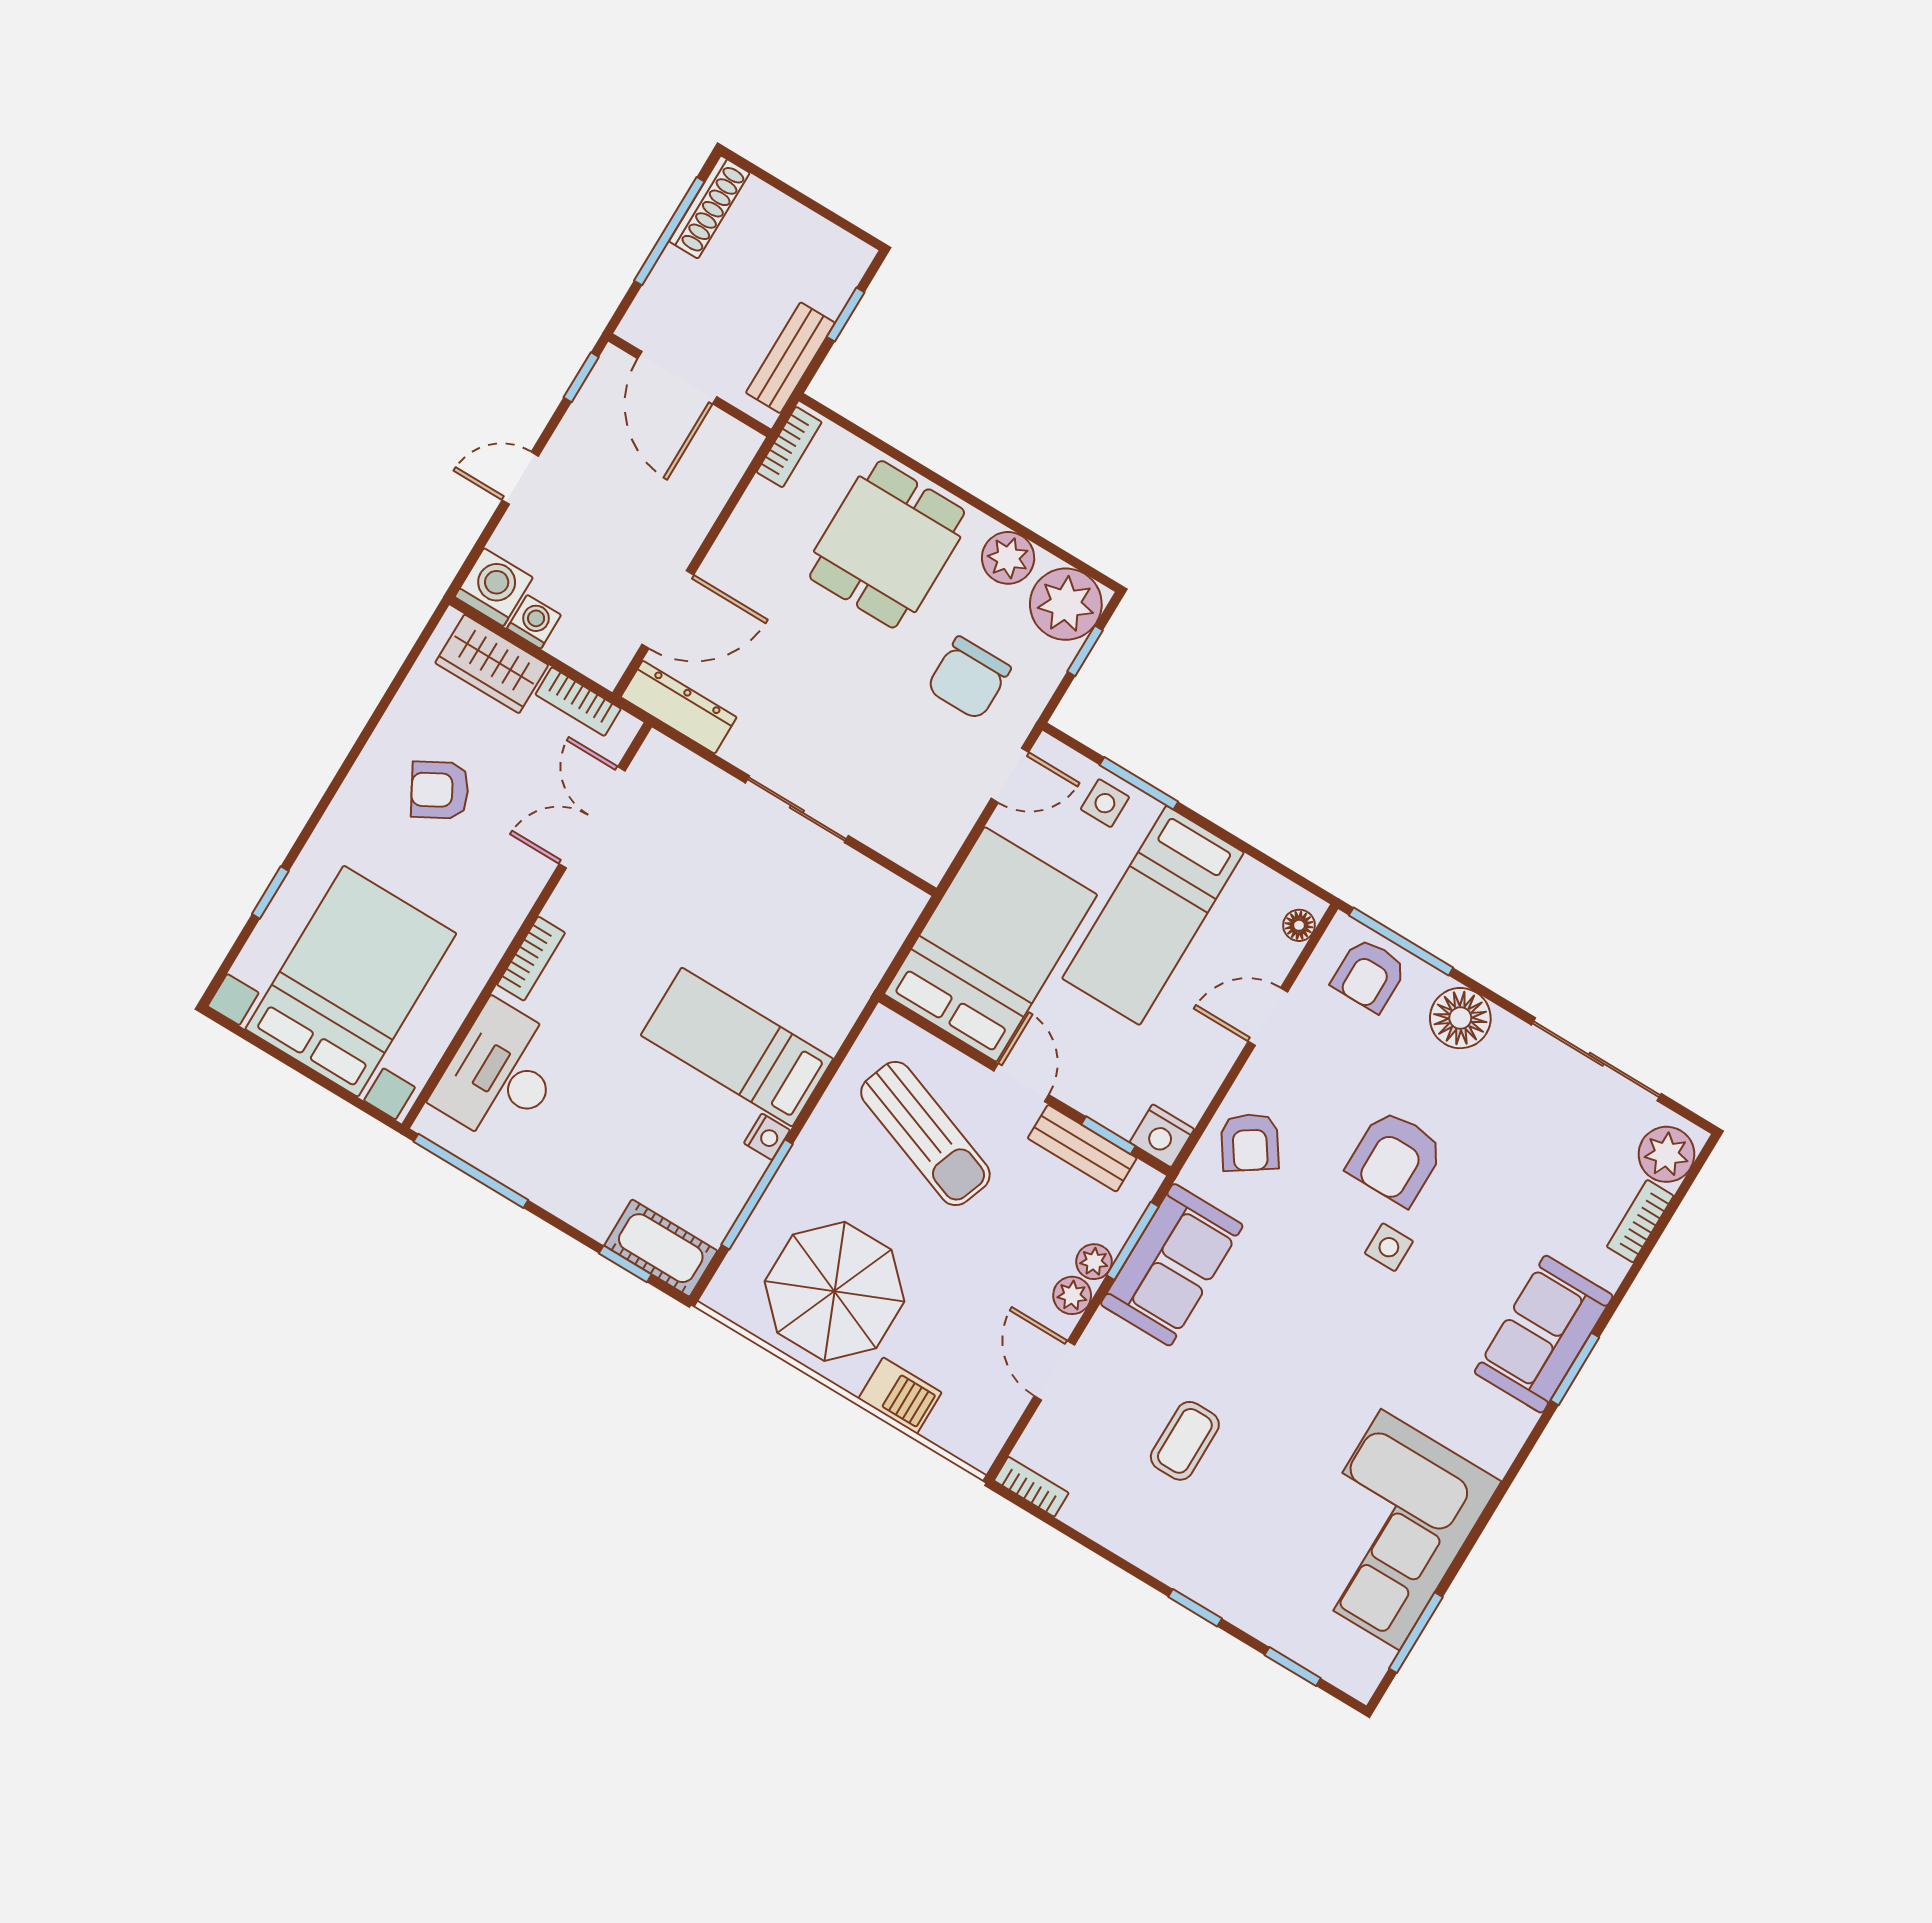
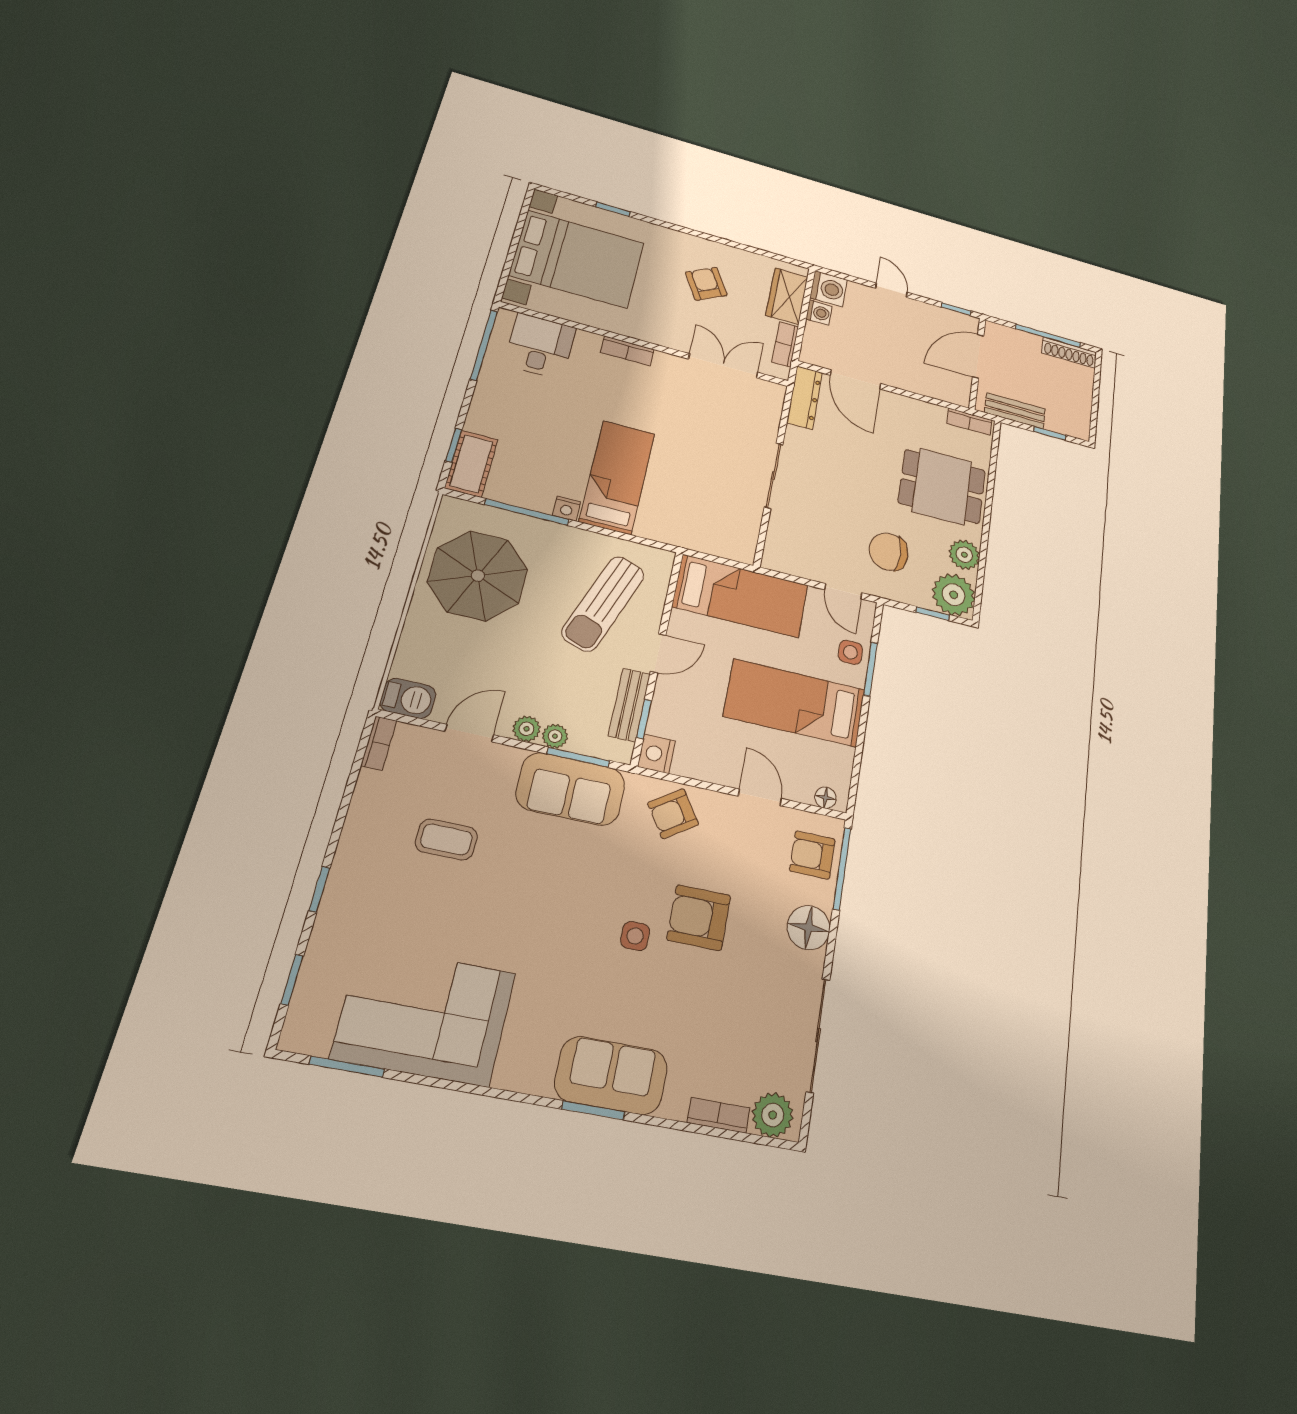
bed: (991, 944) -> (740, 596), width x0.67
desk: (501, 1074) -> (540, 346), width x0.73
barbecue: (900, 1396) -> (408, 698), moved, turned -90

